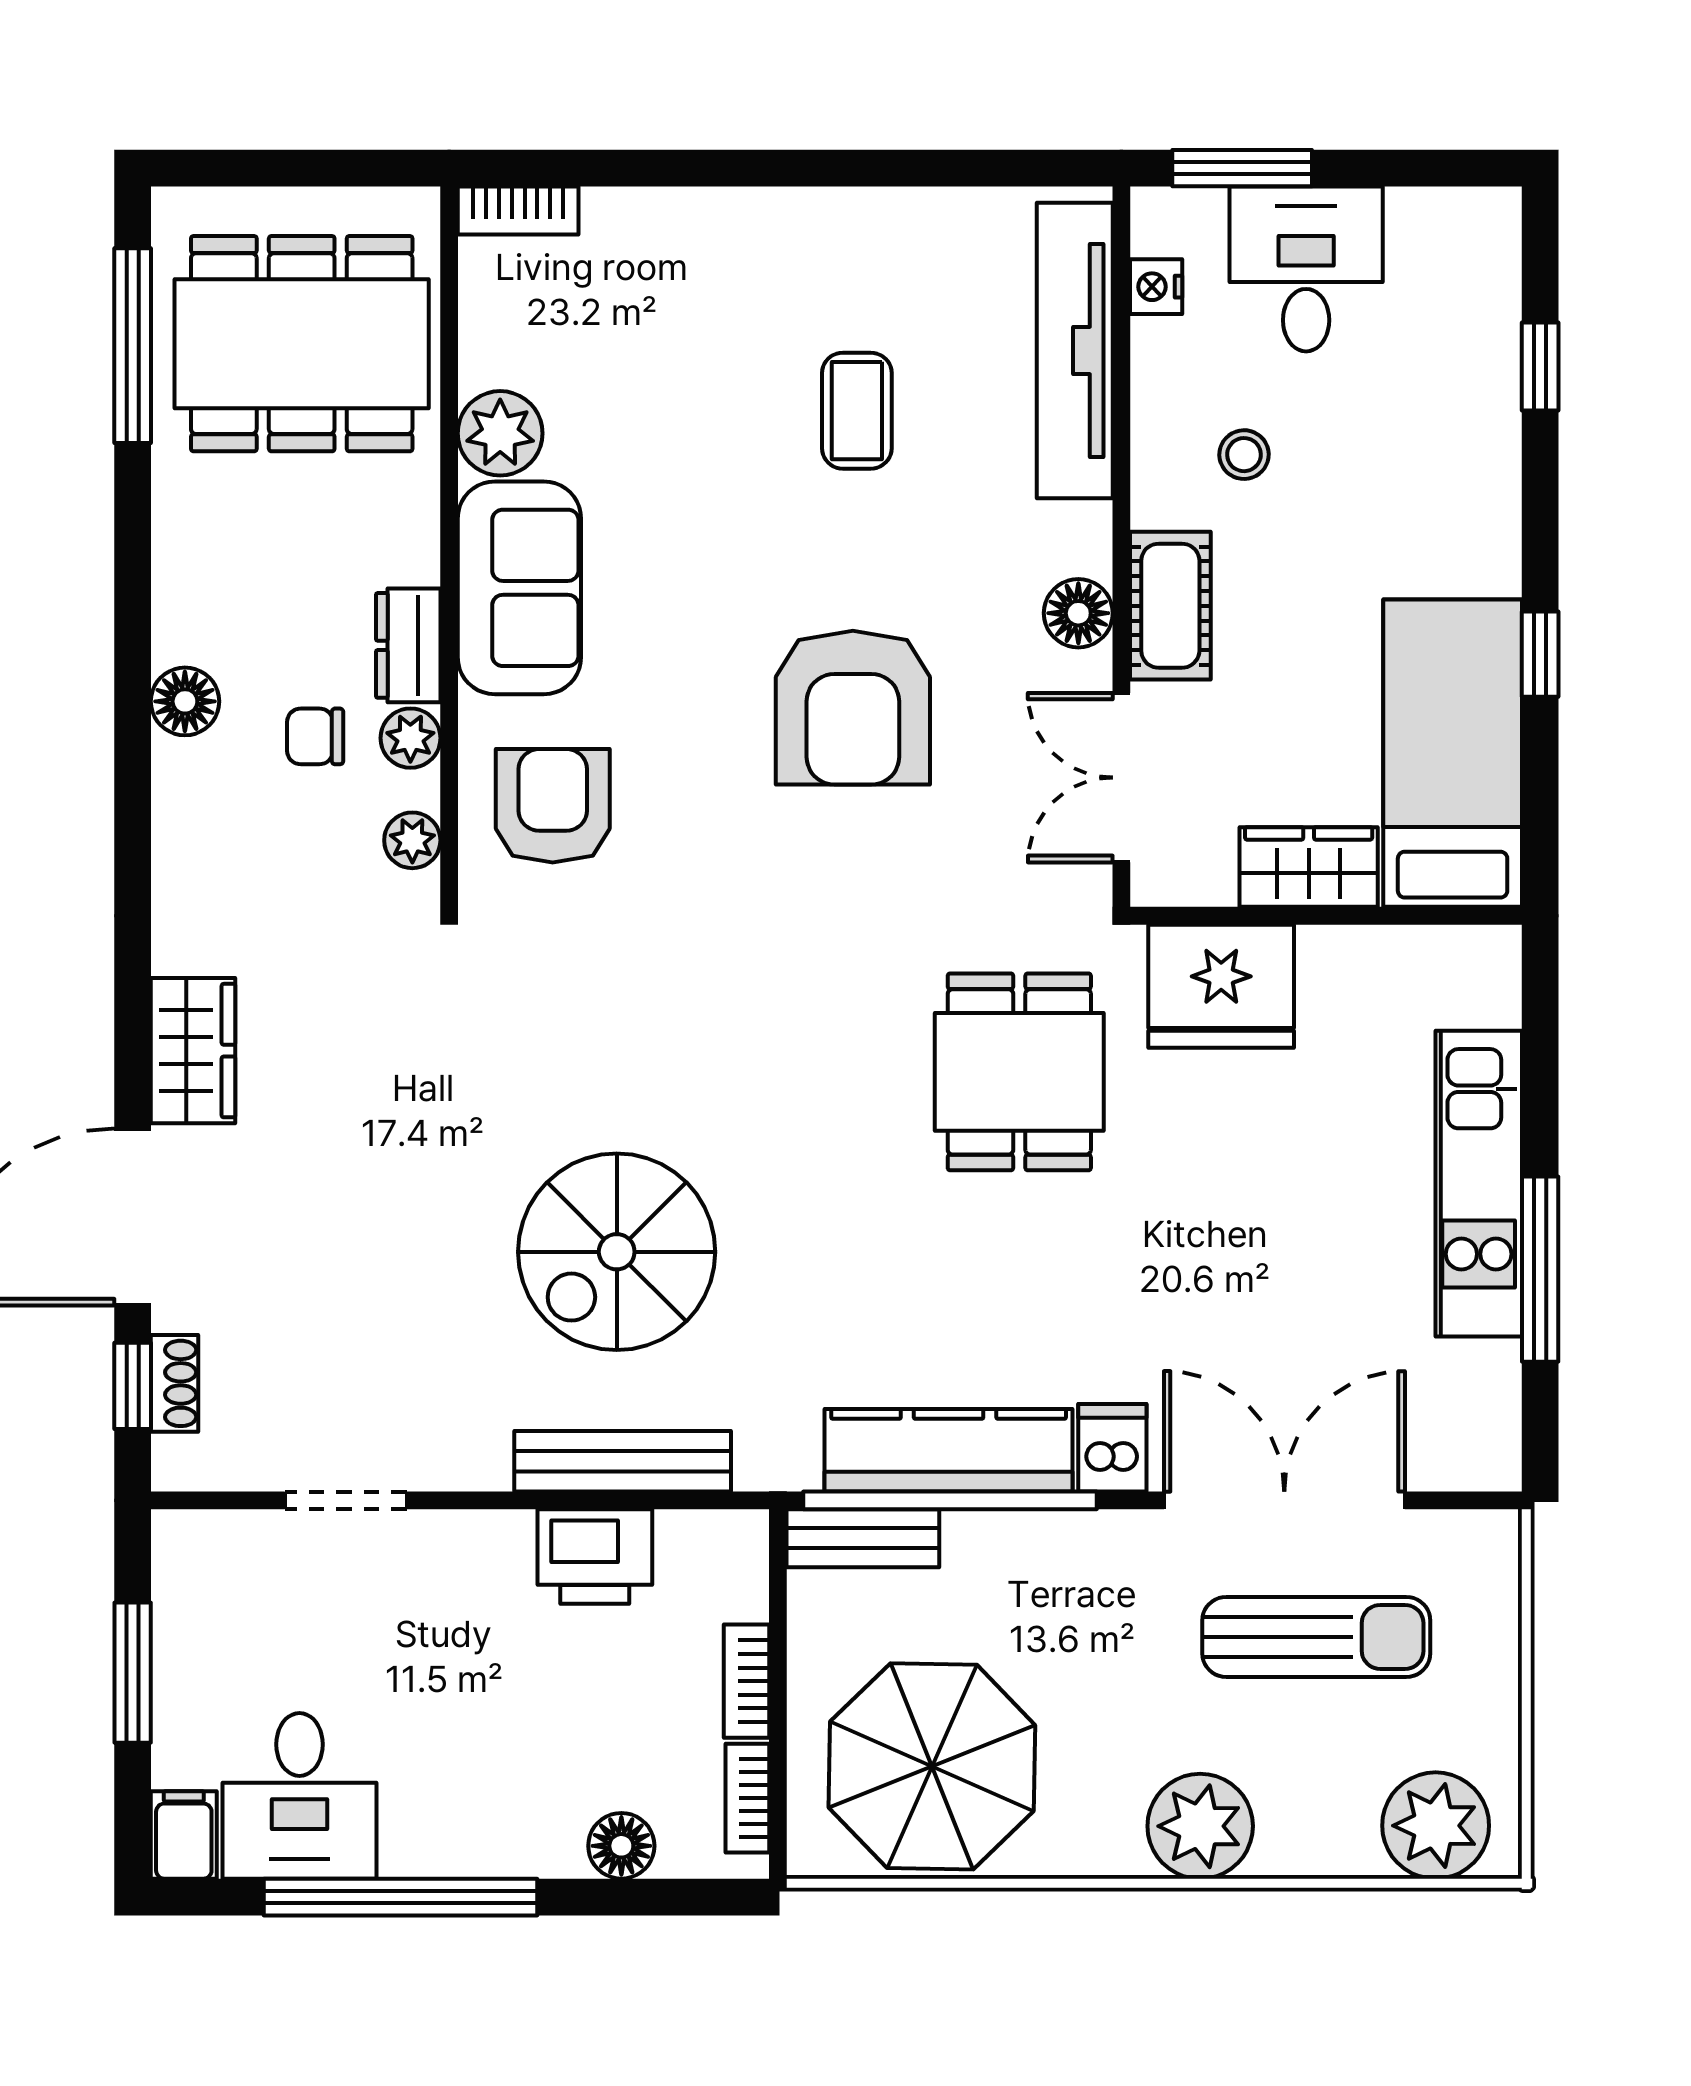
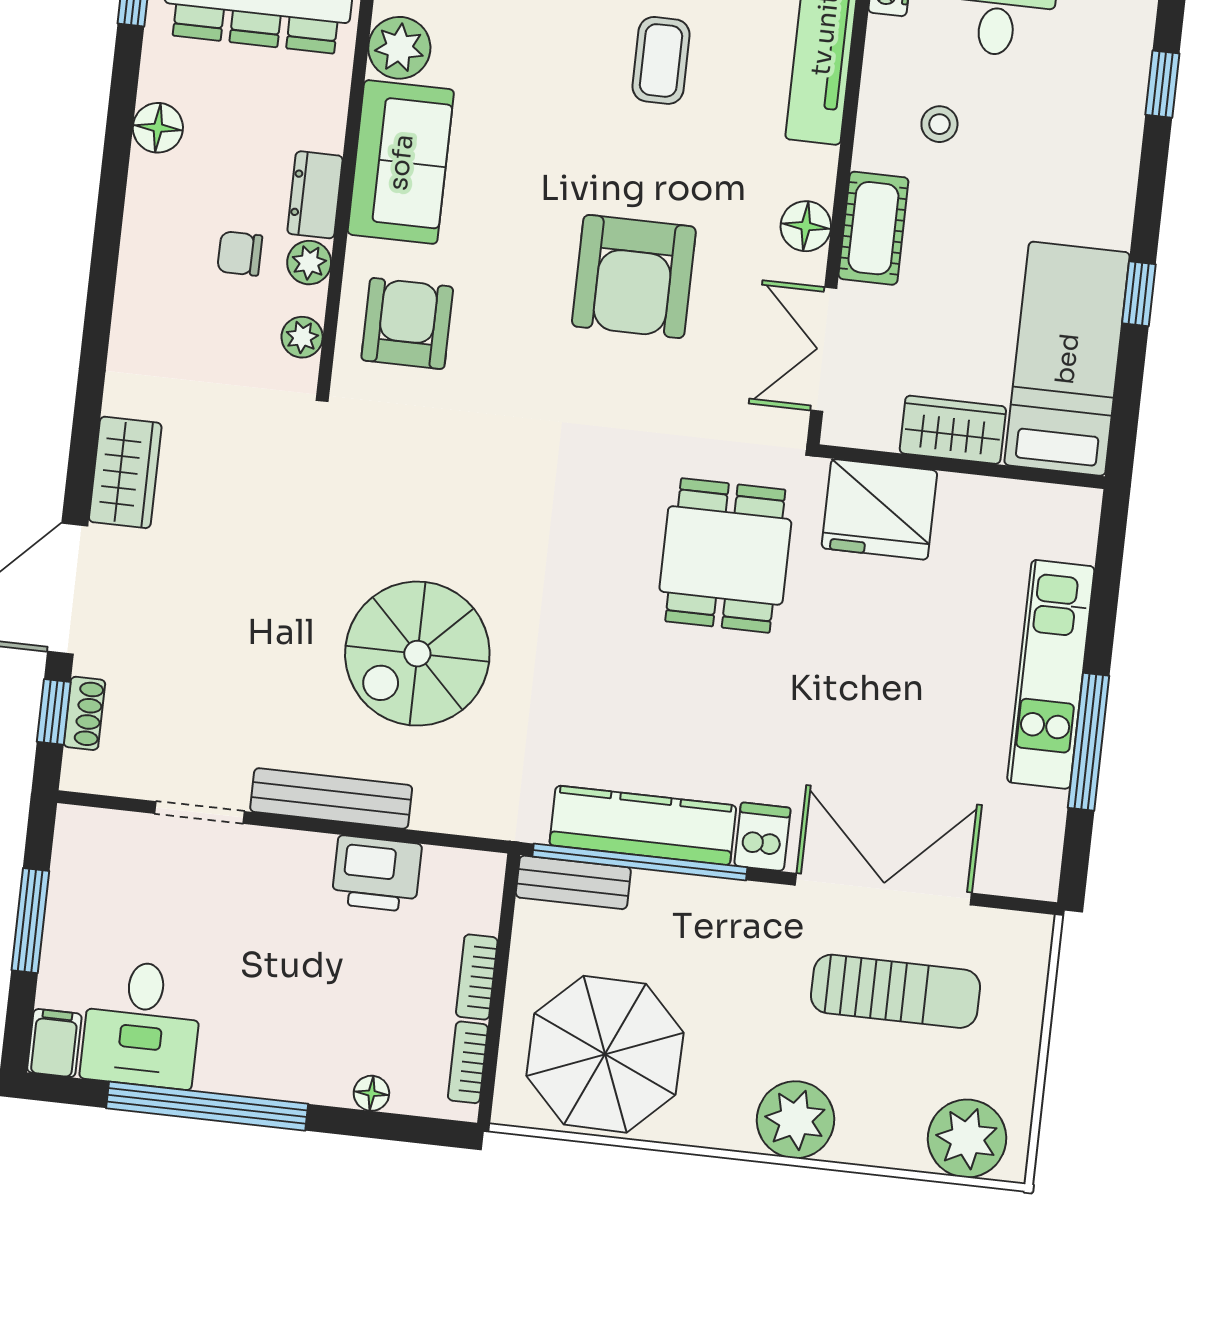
floor lamp: (185, 701) -> (158, 128), moved
bench: (623, 1461) -> (331, 798), moved
floor lamp: (621, 1846) -> (371, 1093), width x0.73, depth x0.73

